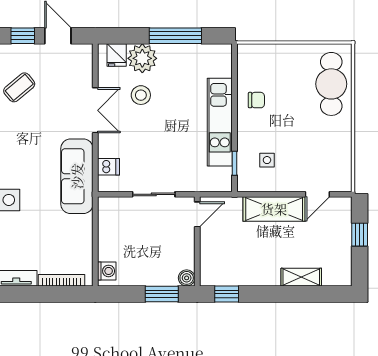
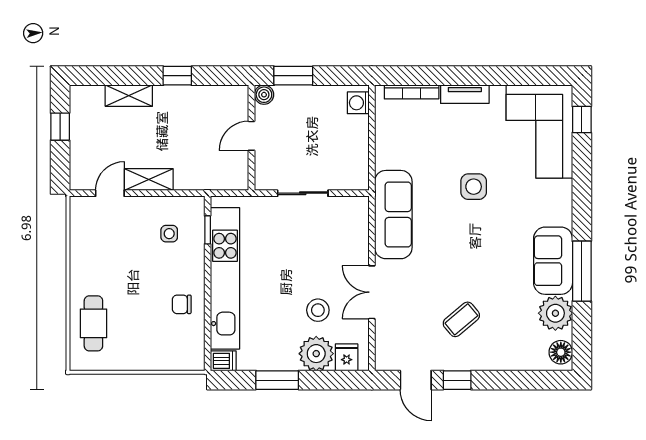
window: (175, 36) -> (277, 380), width x0.69
cafe table: (331, 84) -> (93, 323), width x0.73, depth x0.74
kitchen unit: (220, 122) -> (225, 278), width x1.36
dishwasher: (108, 167) -> (223, 361), moved, turned 180
shelving: (274, 209) -> (149, 179), width x0.67, depth x0.75
door: (197, 214) -> (252, 136), moved
window: (360, 235) -> (60, 127), moved
window: (227, 294) -> (177, 76), moved

